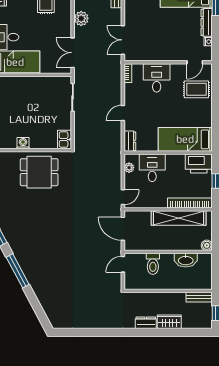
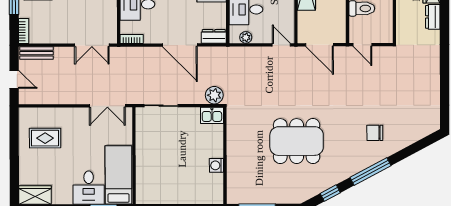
plant: (81, 18) -> (214, 95), moved
door: (123, 113) -> (180, 45), width x1.87
dining table: (39, 172) -> (297, 141), moved, width x1.38
door: (123, 229) -> (319, 45), hinge flipped
chair: (50, 274) -> (375, 133), added

